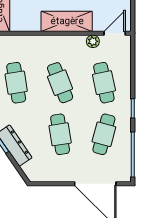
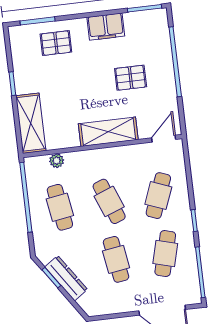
plant: (93, 41) -> (57, 161), moved
cafe table: (104, 83) -> (158, 196), turned 33

